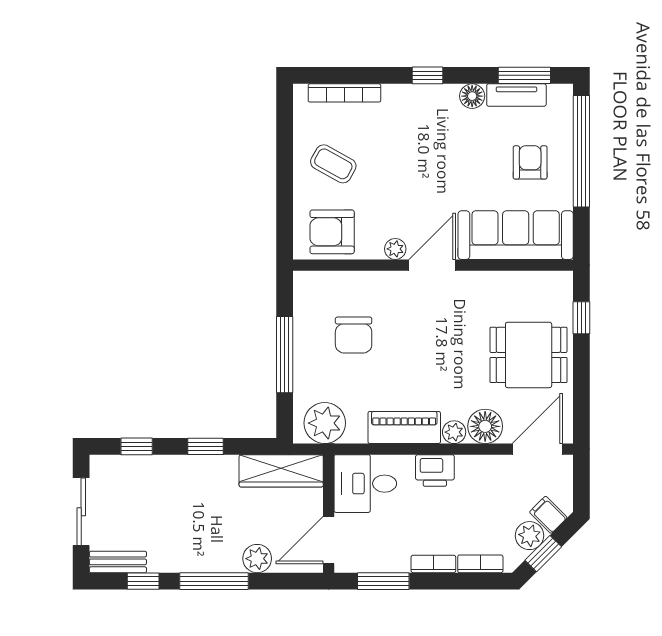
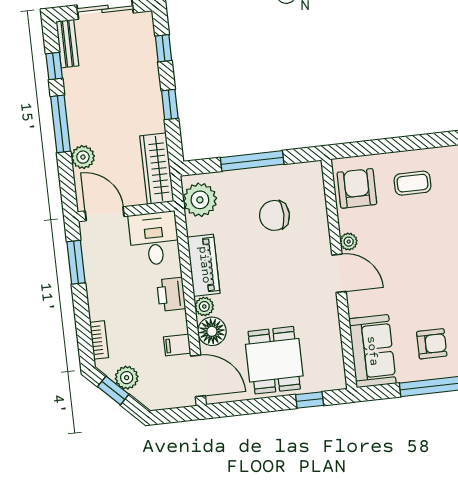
coffee table: (333, 164) -> (412, 183), turned 61
sofa: (516, 235) -> (372, 351), width x0.73
filing cabinet: (548, 515) -> (177, 345), moved, turned -135
bookcase: (433, 564) -> (95, 302), removed

